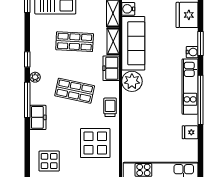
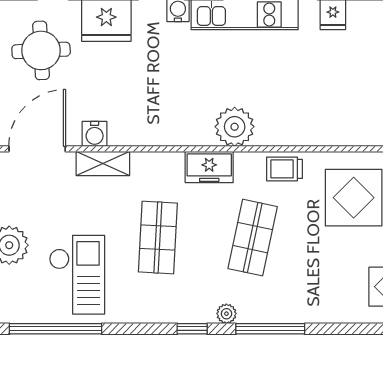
shelving: (113, 41) -> (157, 163), removed
sofa: (133, 43) -> (161, 124), removed
freezer: (38, 117) -> (304, 308), removed

